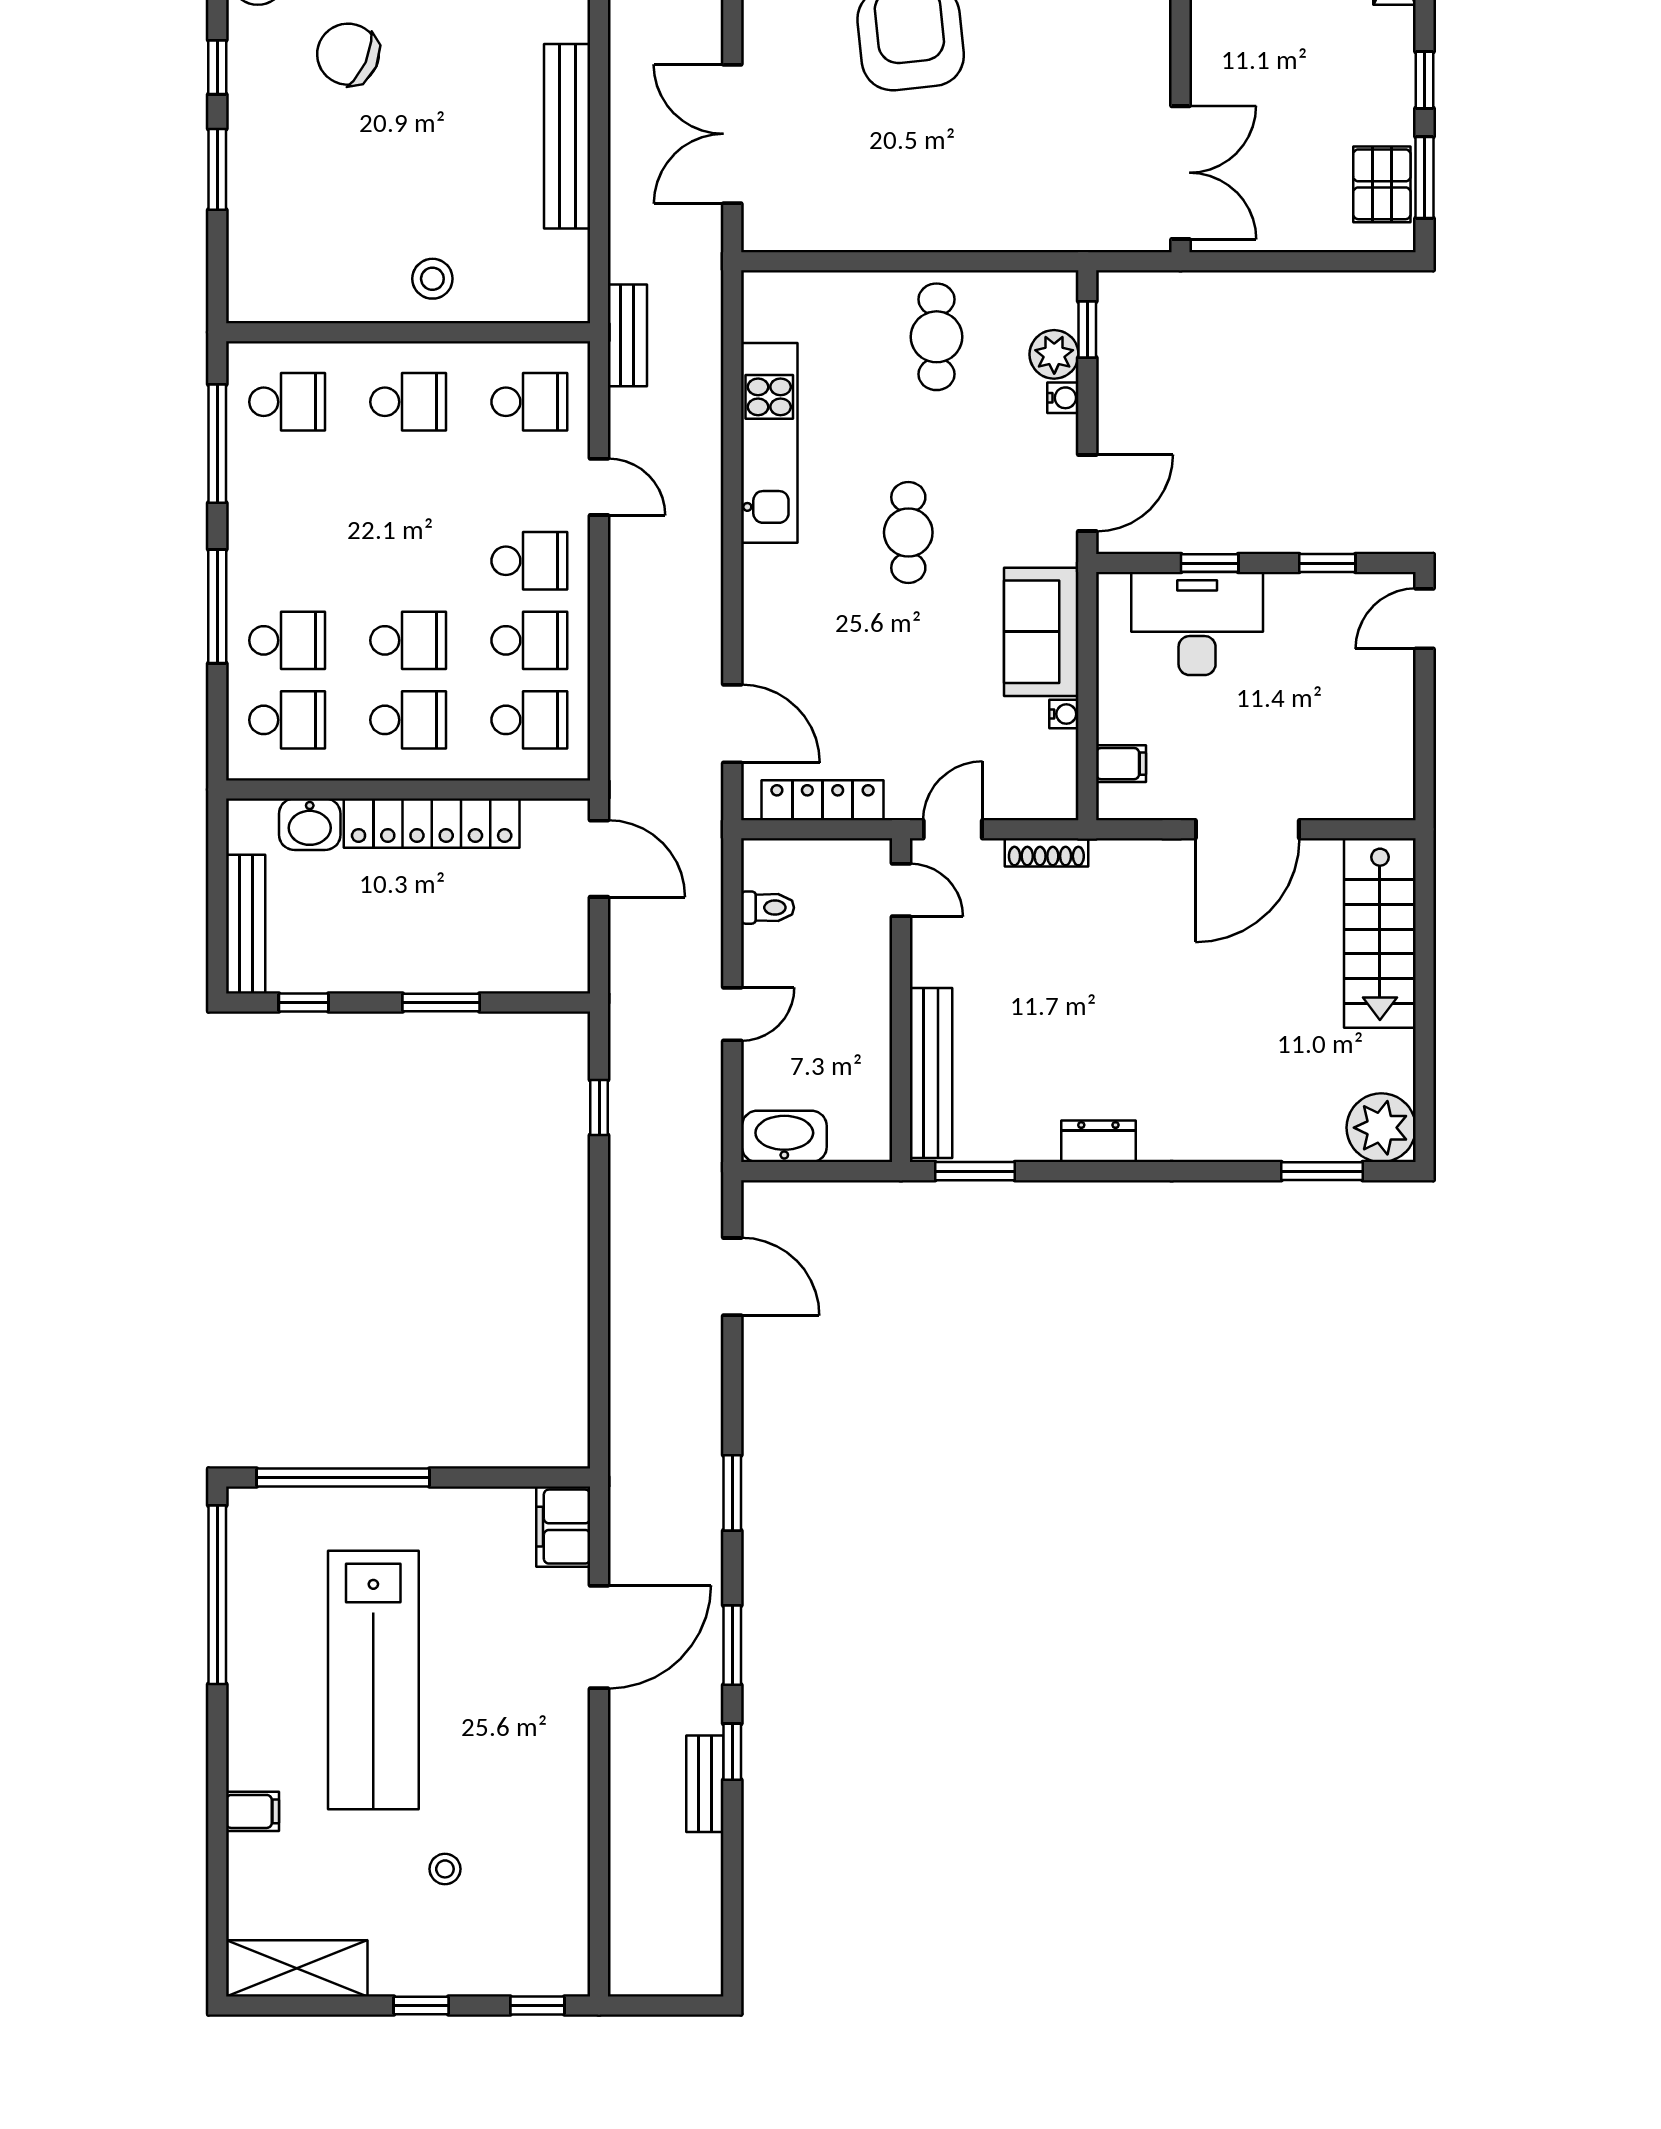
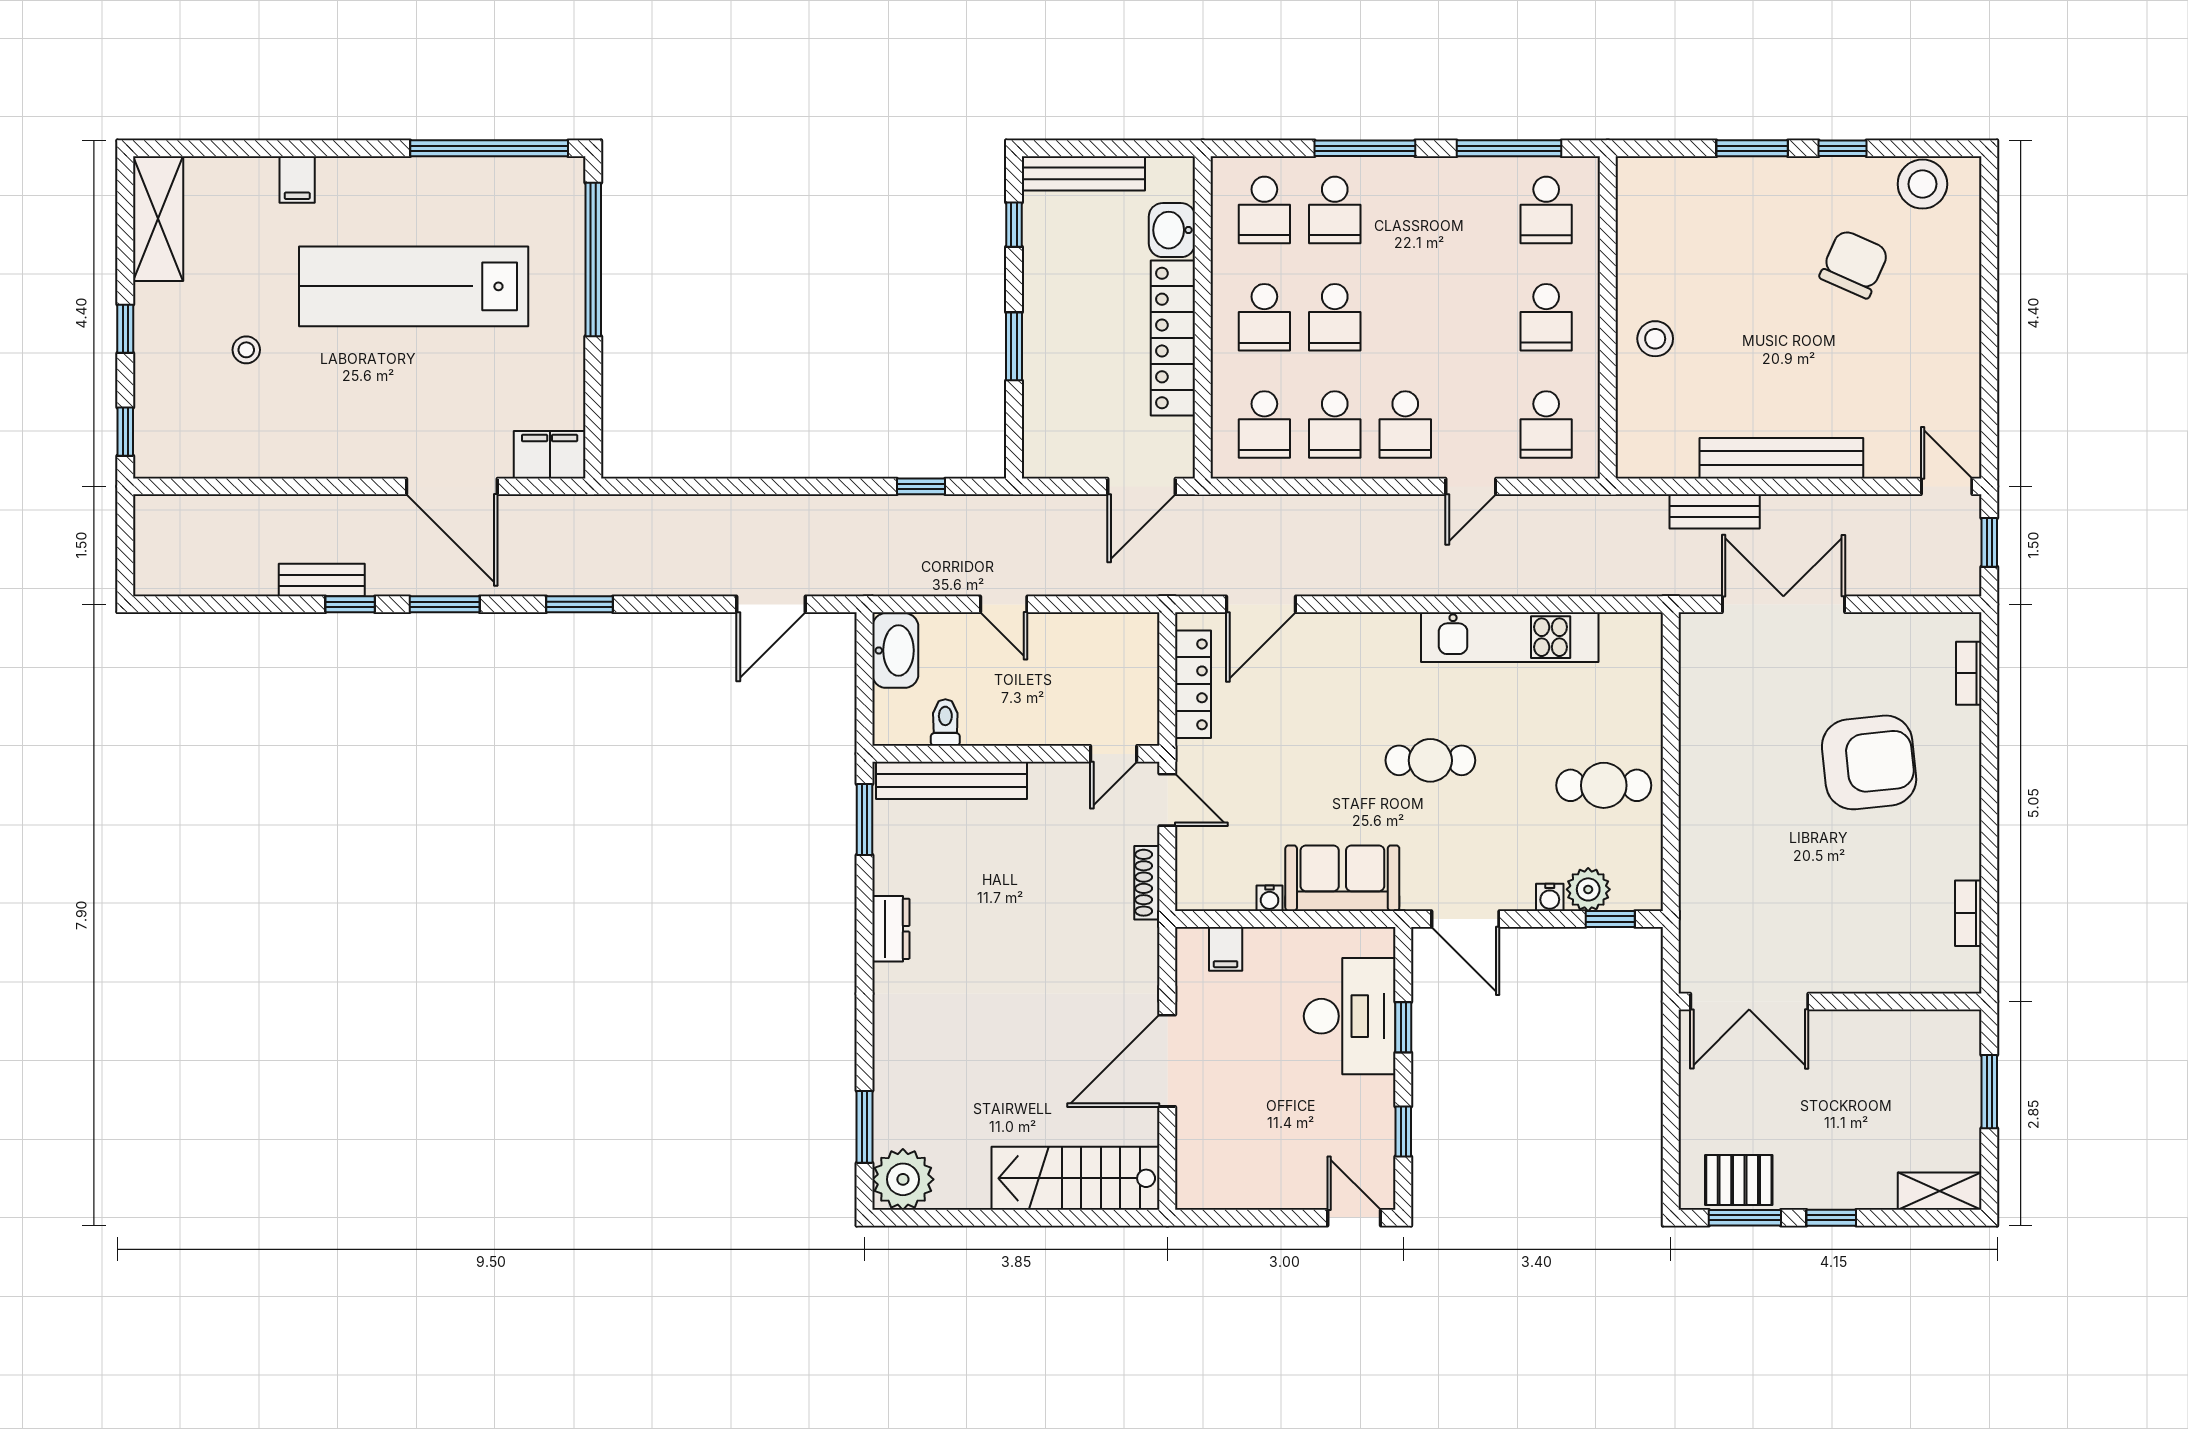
bench: (627, 335) -> (1715, 511), moved
door: (1247, 829) -> (1167, 1061), hinge flipped
toilet: (768, 908) -> (945, 723), moved, turned 180

